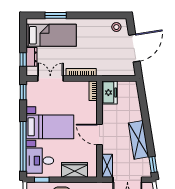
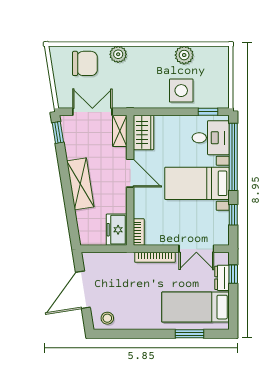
window: (23, 92) -> (233, 215), moved
shelving: (138, 140) -> (80, 184), moved
wardrobe: (74, 170) -> (144, 132), moved, turned -90

